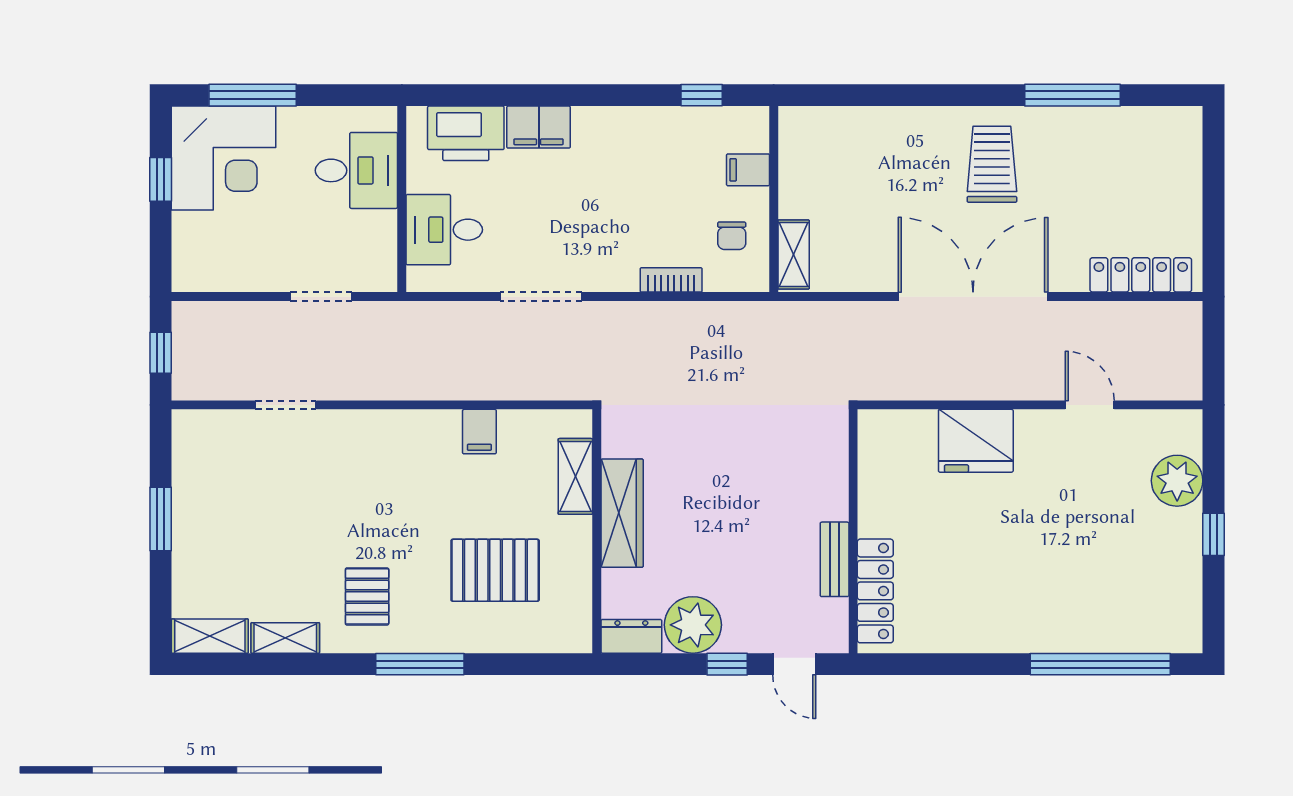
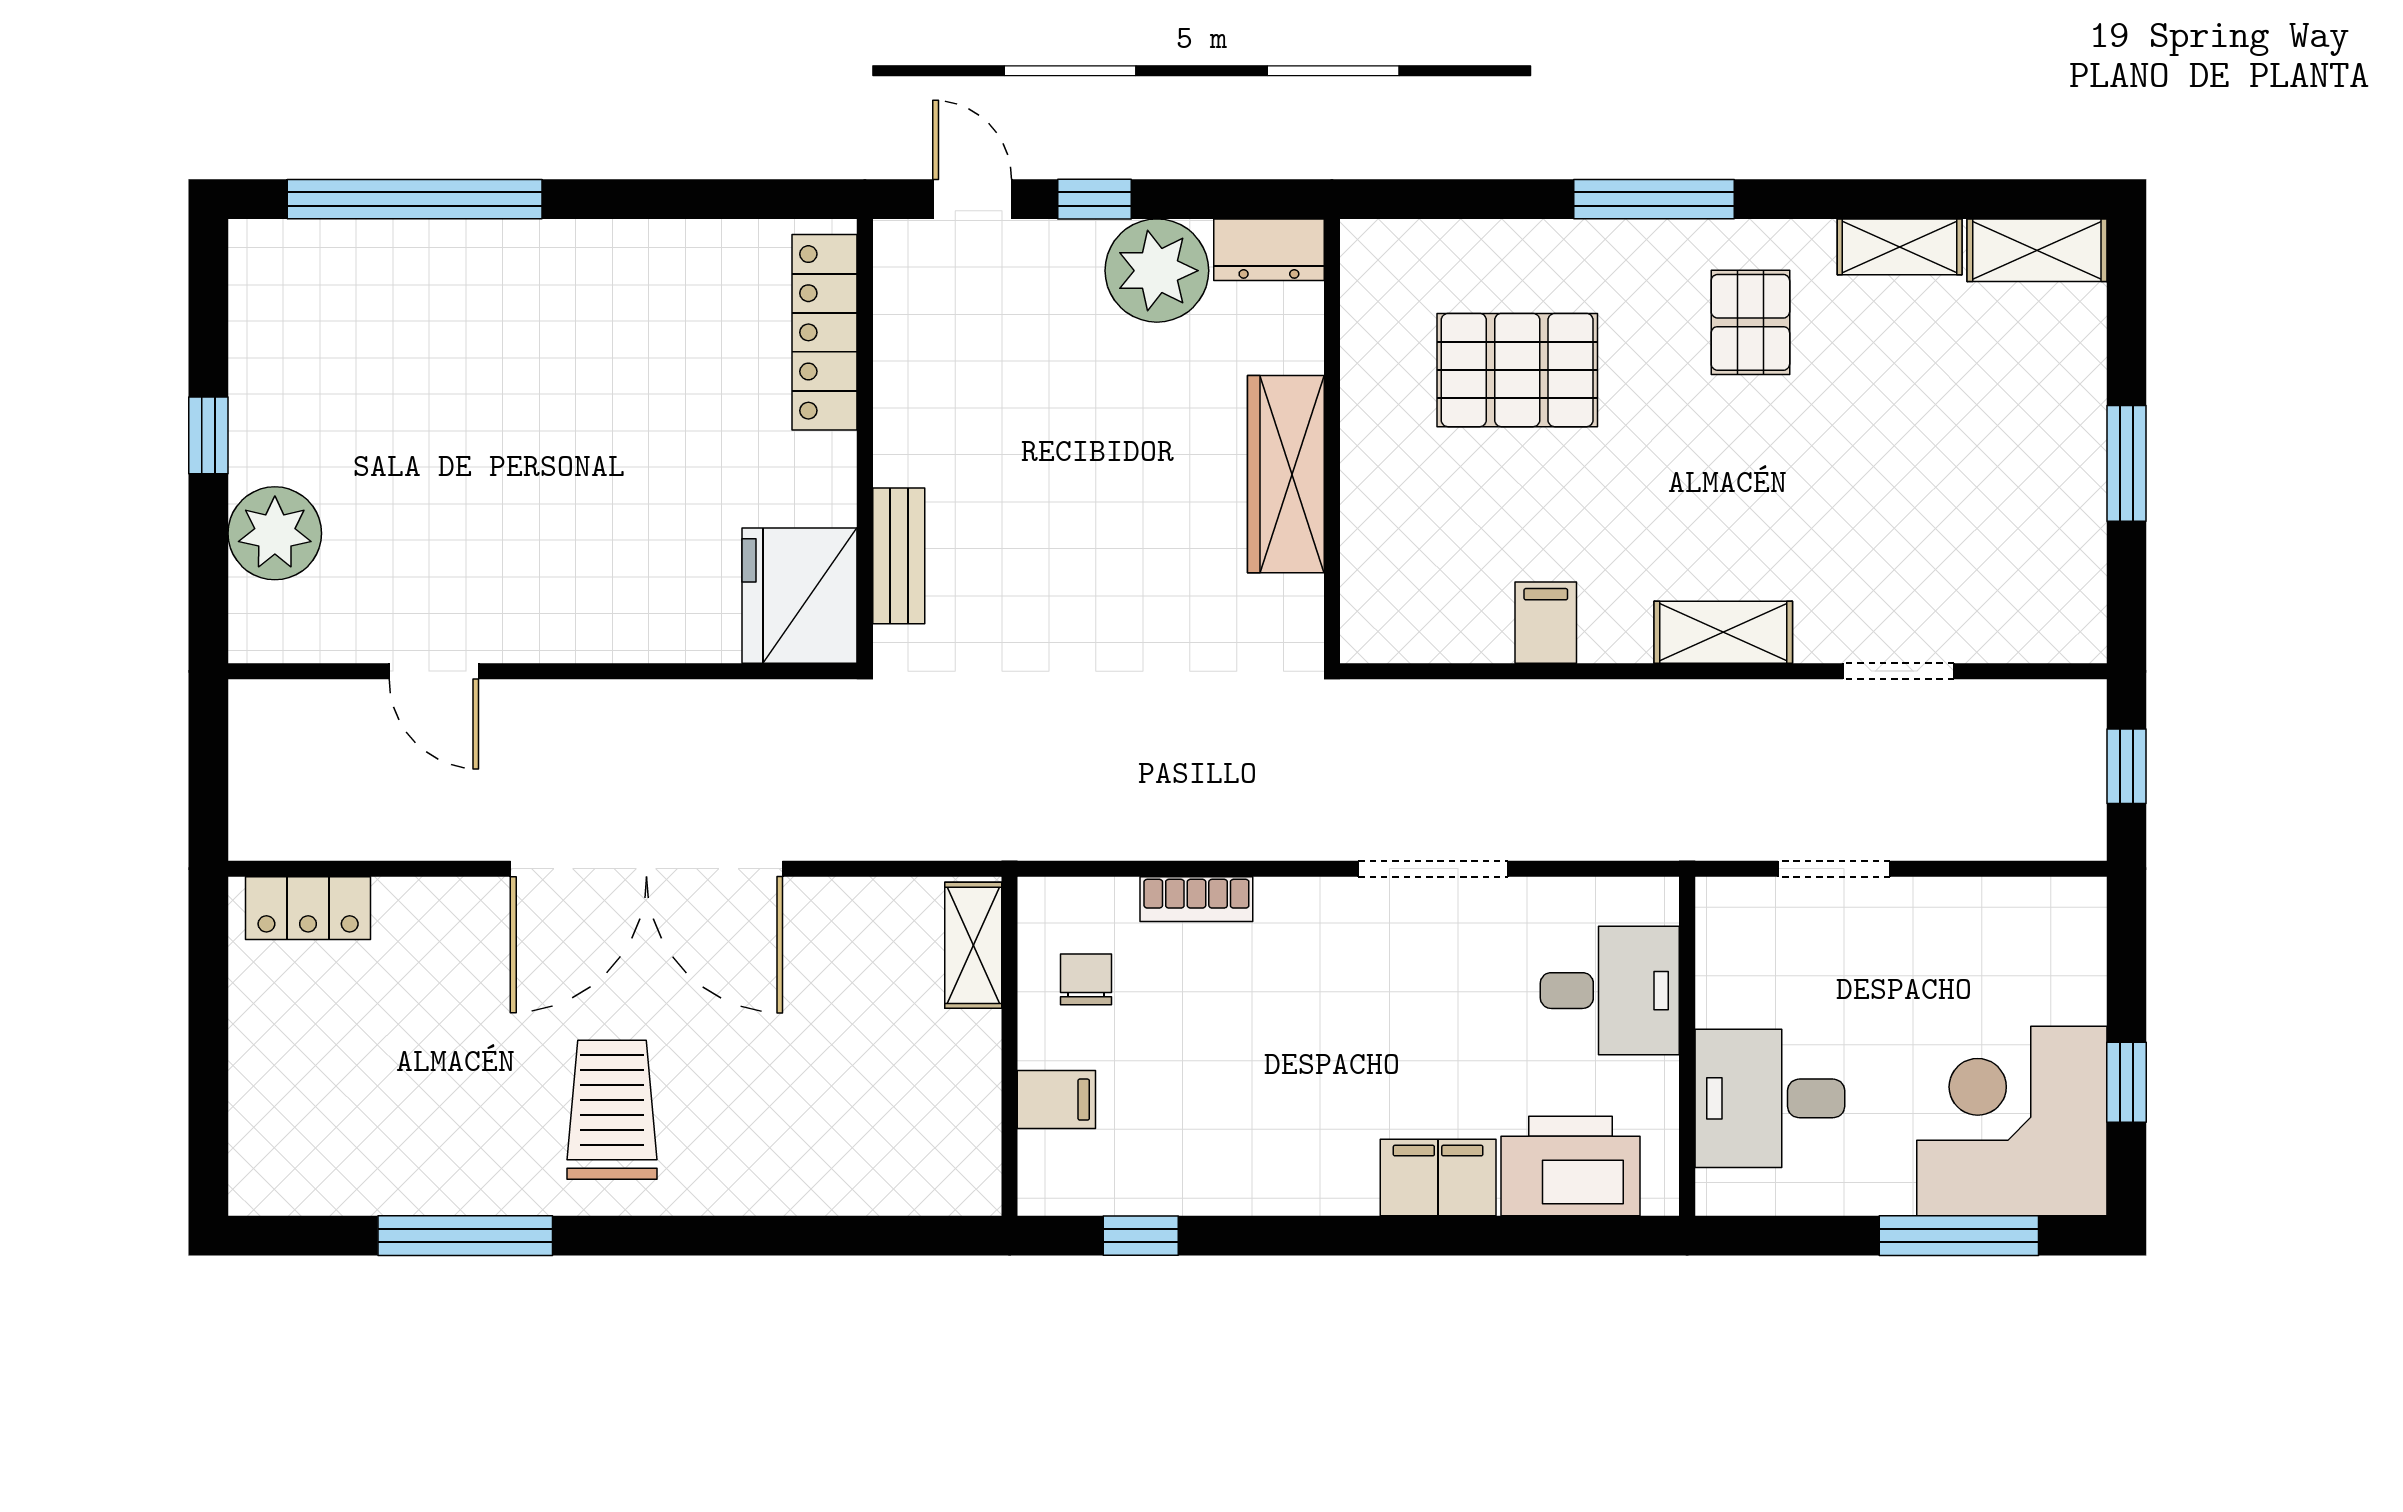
trolley: (992, 164) -> (612, 1110), turned 180
locker: (1141, 275) -> (308, 908), width x0.66
fridge: (976, 441) -> (800, 596), moved, turned -90
shelving: (575, 476) -> (1723, 632), moved, turned 90
bench: (835, 559) -> (899, 556), moved

